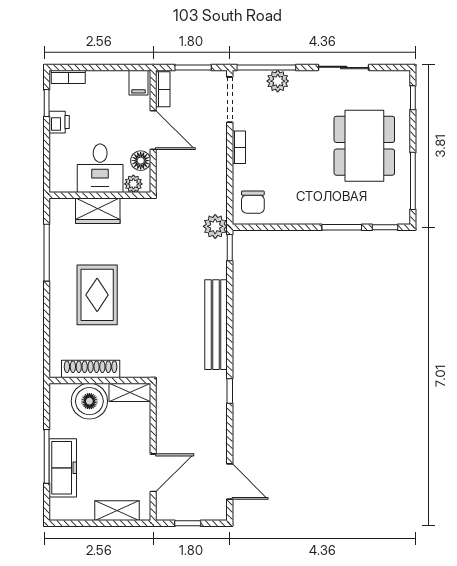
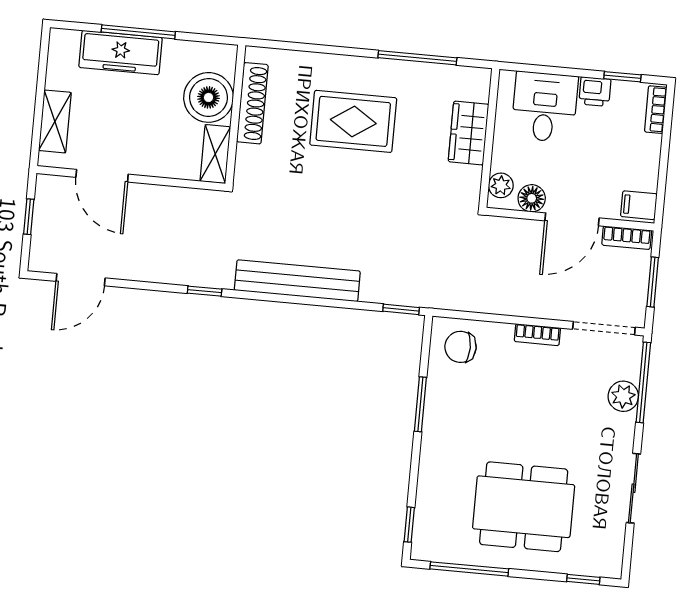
desk: (100, 168) -> (545, 107), moved, turned 90
plant: (215, 226) -> (432, 292), removed
window: (342, 227) -> (420, 404), moved

